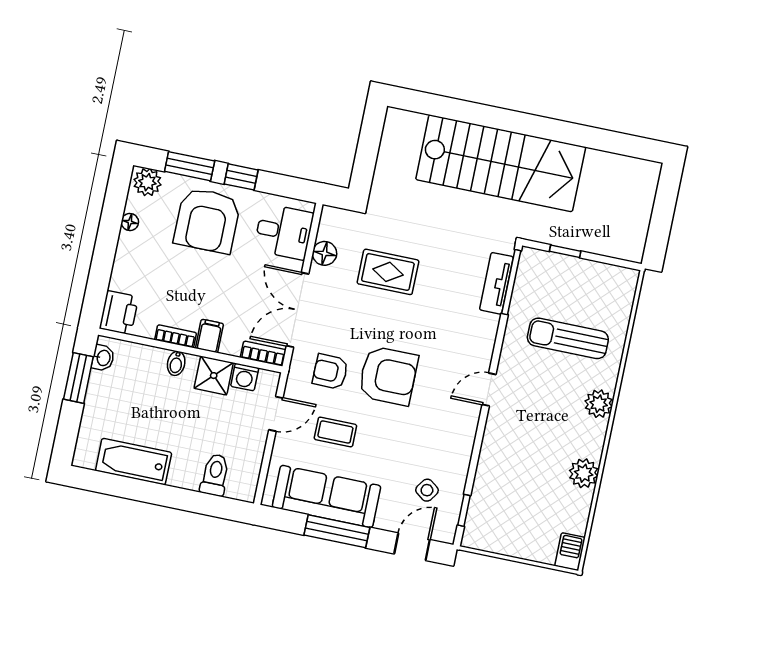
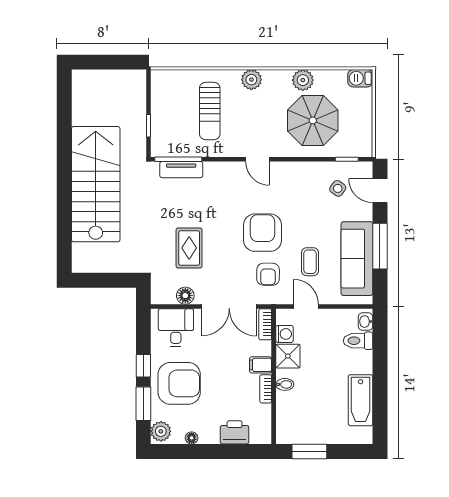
printer: (119, 313) -> (235, 432), moved
washbasin: (103, 358) -> (365, 322), moved, turned -90
parasol: (526, 475) -> (313, 120), added

